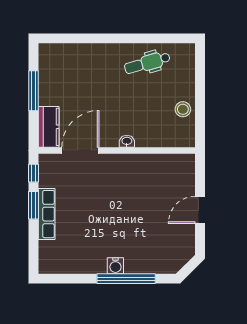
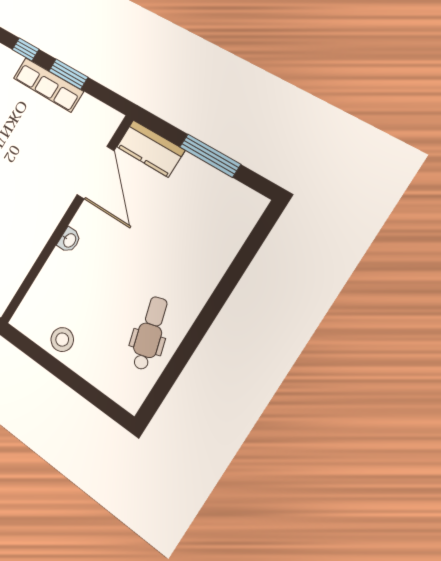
window: (33, 173) -> (26, 49), moved

